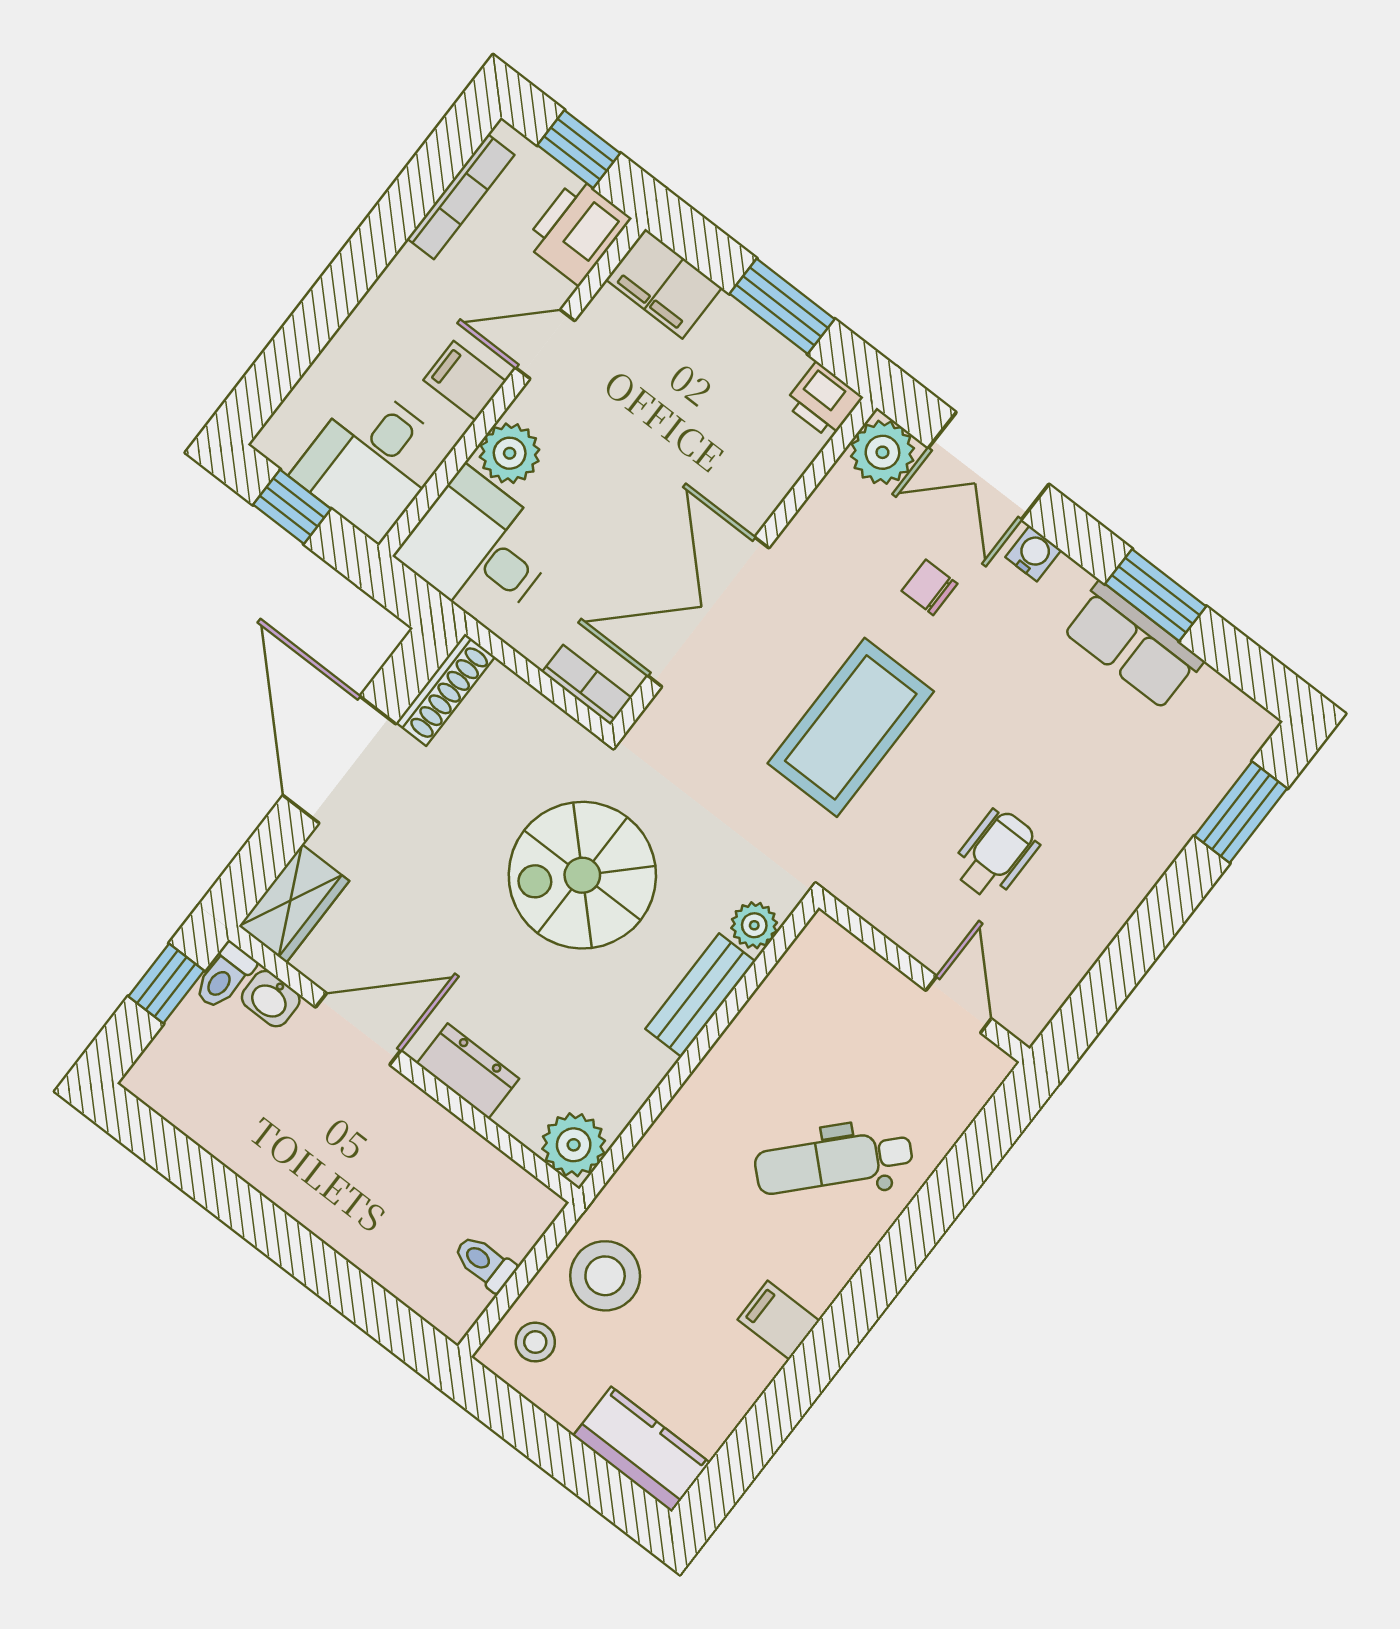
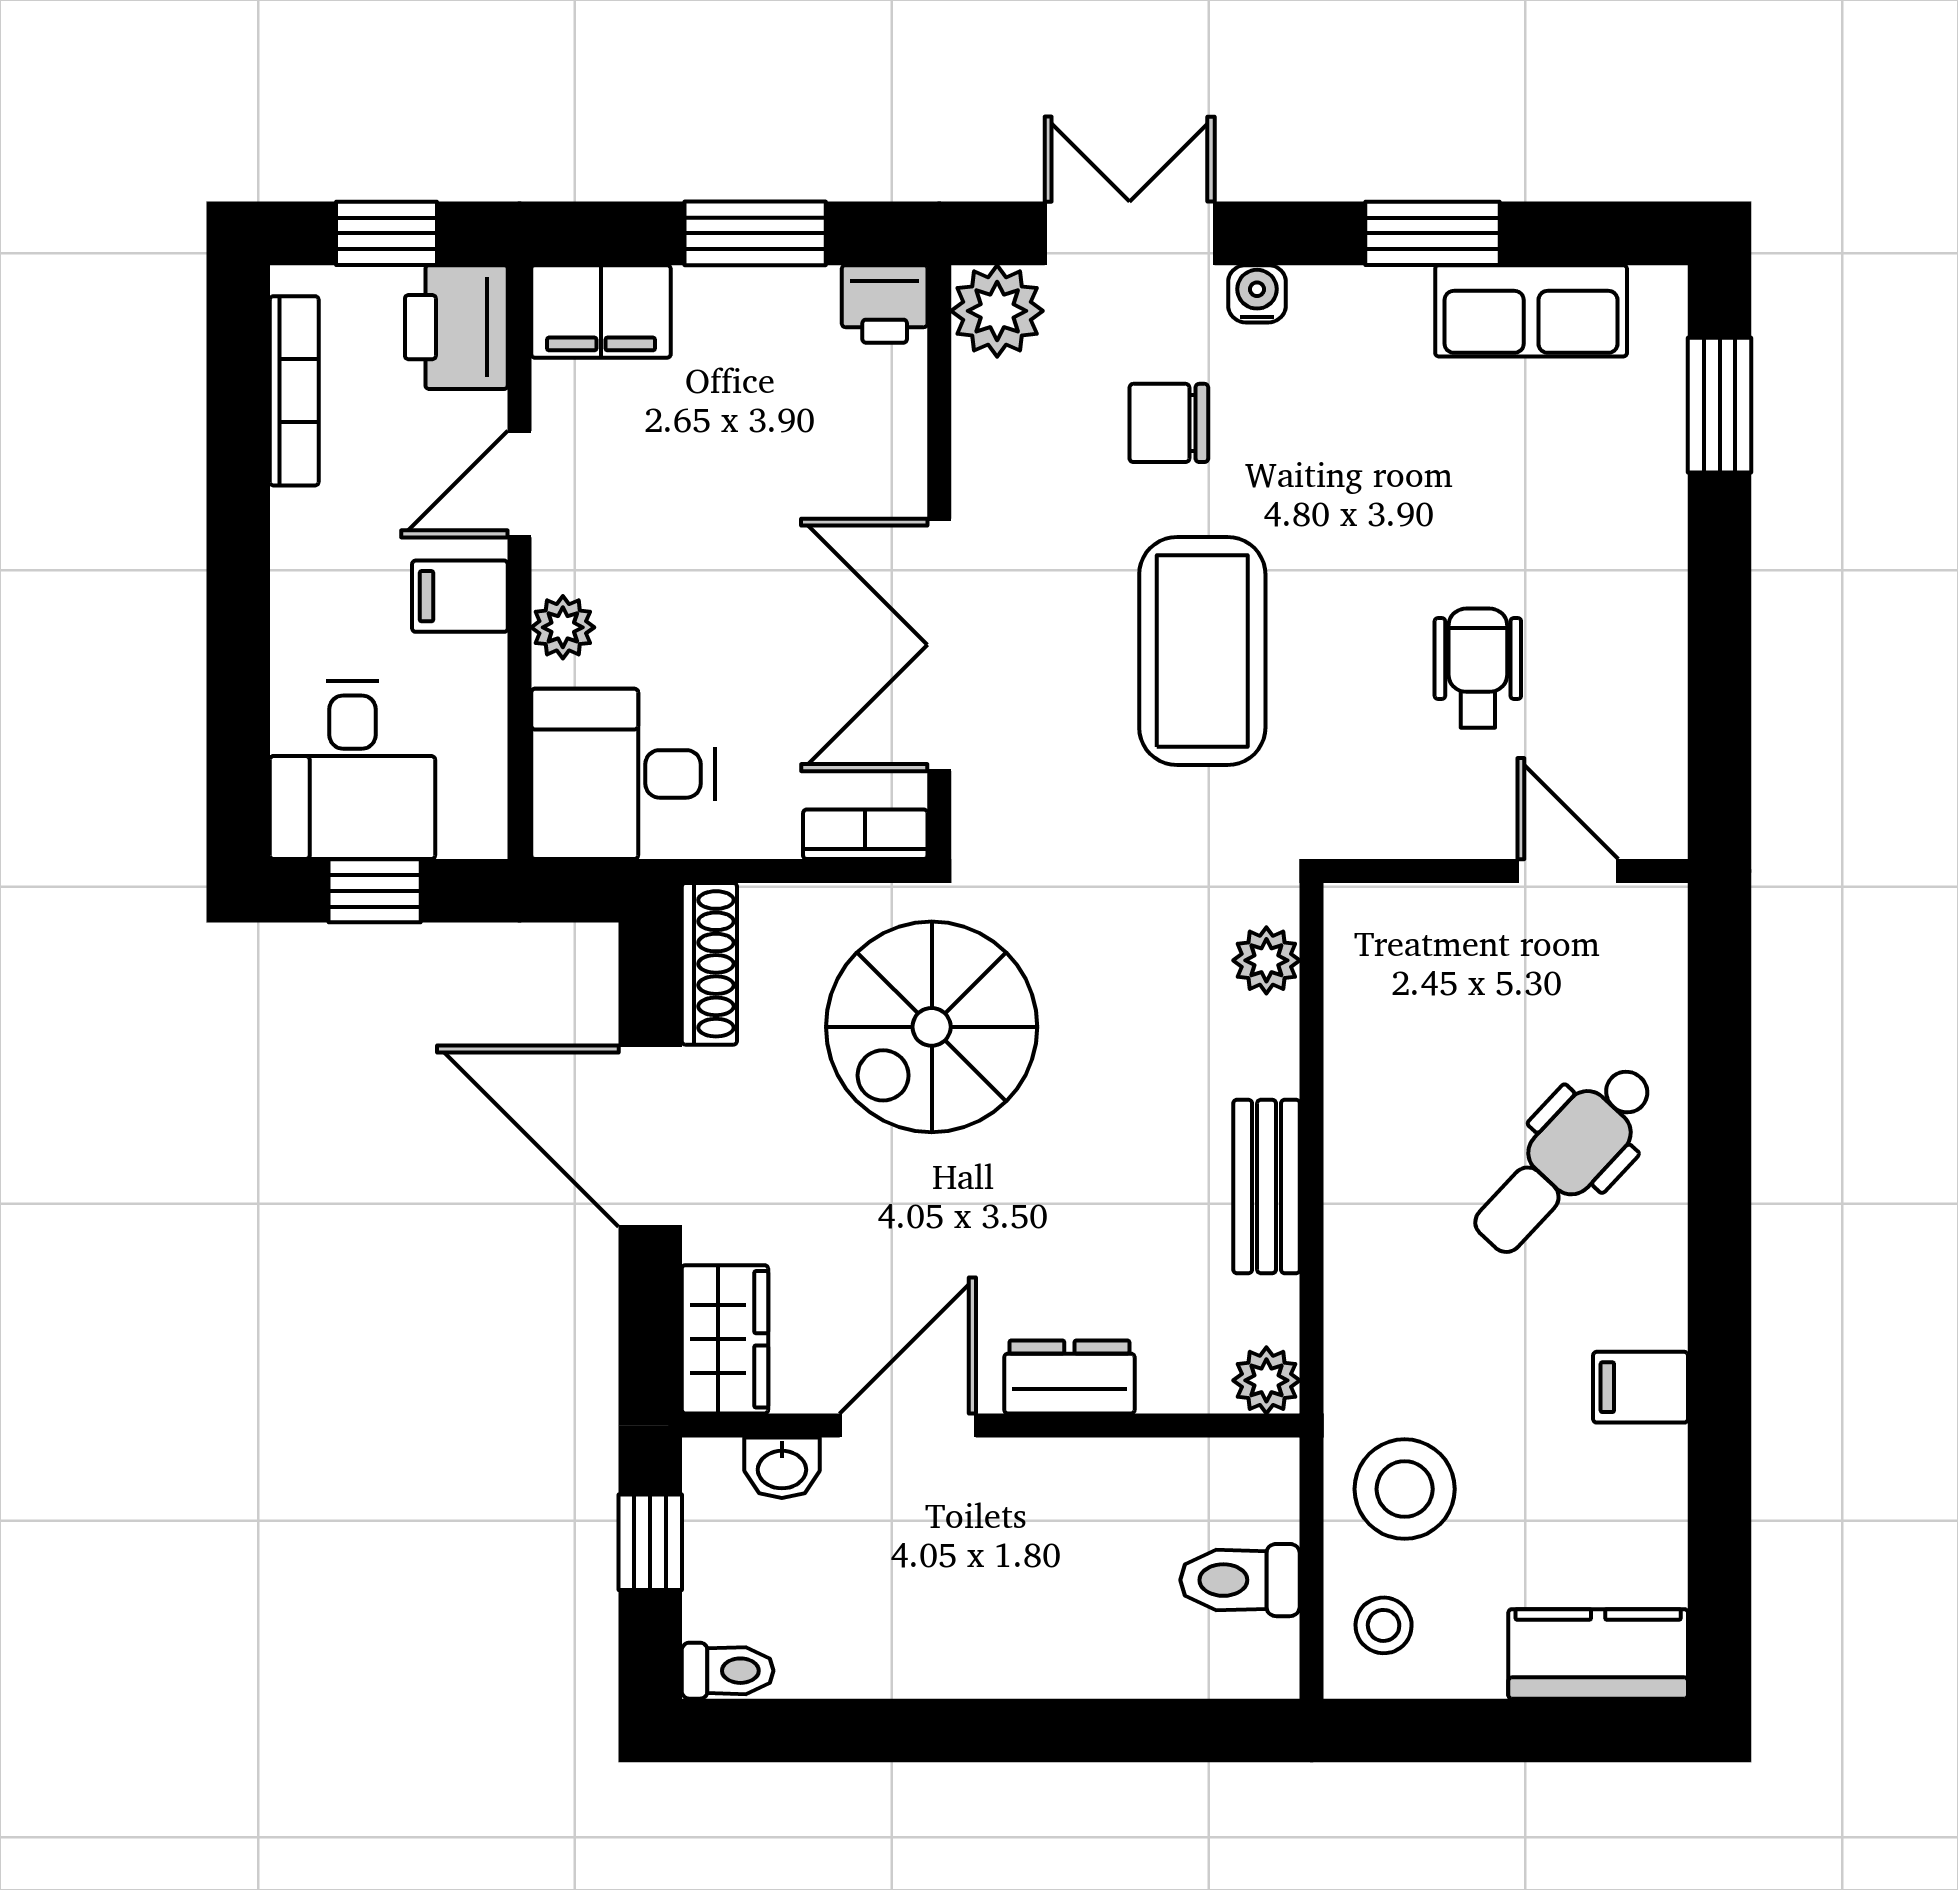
plant: (510, 453) -> (563, 627), width x0.73, depth x0.73
desk: (371, 462) -> (352, 770), moved
double door: (989, 466) -> (1130, 233), swing flipped
chair: (930, 587) -> (1169, 423), width x1.37, depth x1.37
row of seats: (1133, 646) -> (1531, 311), moved
spiral stairs: (582, 875) -> (932, 1027), moved
toilet: (224, 976) -> (728, 1671), moved, turned -90
bench: (700, 995) -> (1267, 1187), moved
plant: (574, 1145) -> (1266, 1380), width x0.73, depth x0.73
toilet: (485, 1263) -> (1240, 1580), width x1.37, depth x1.39

